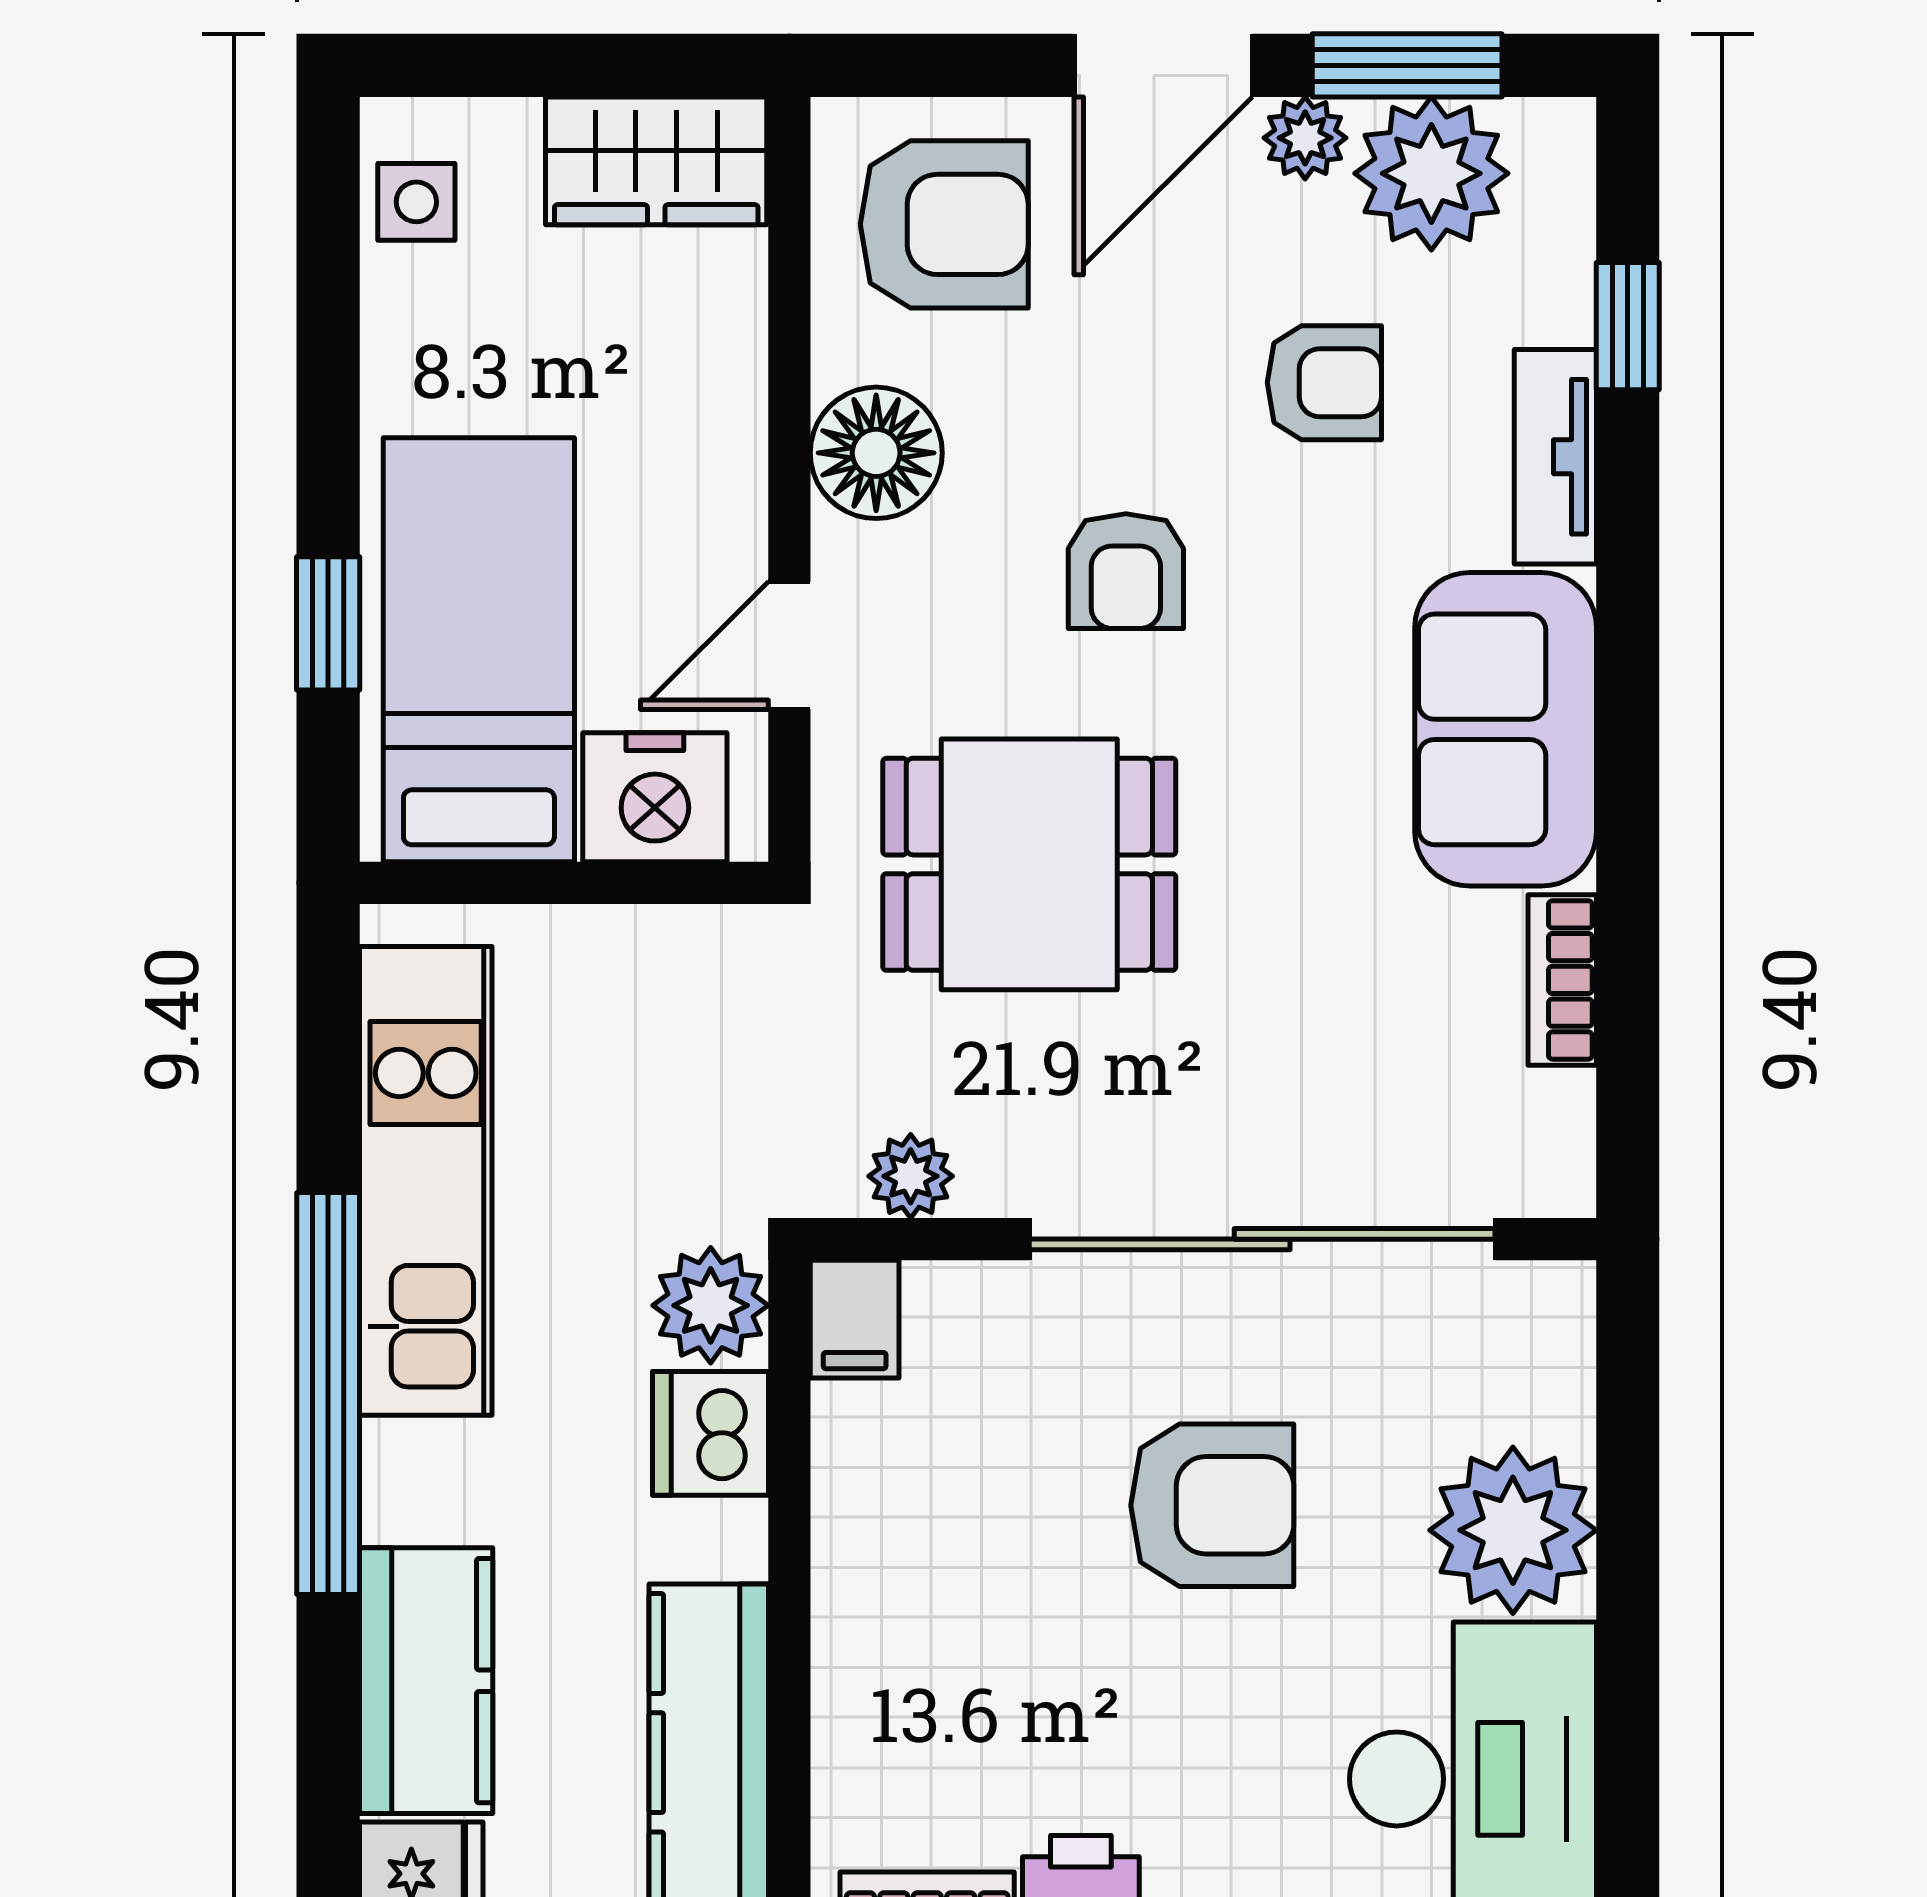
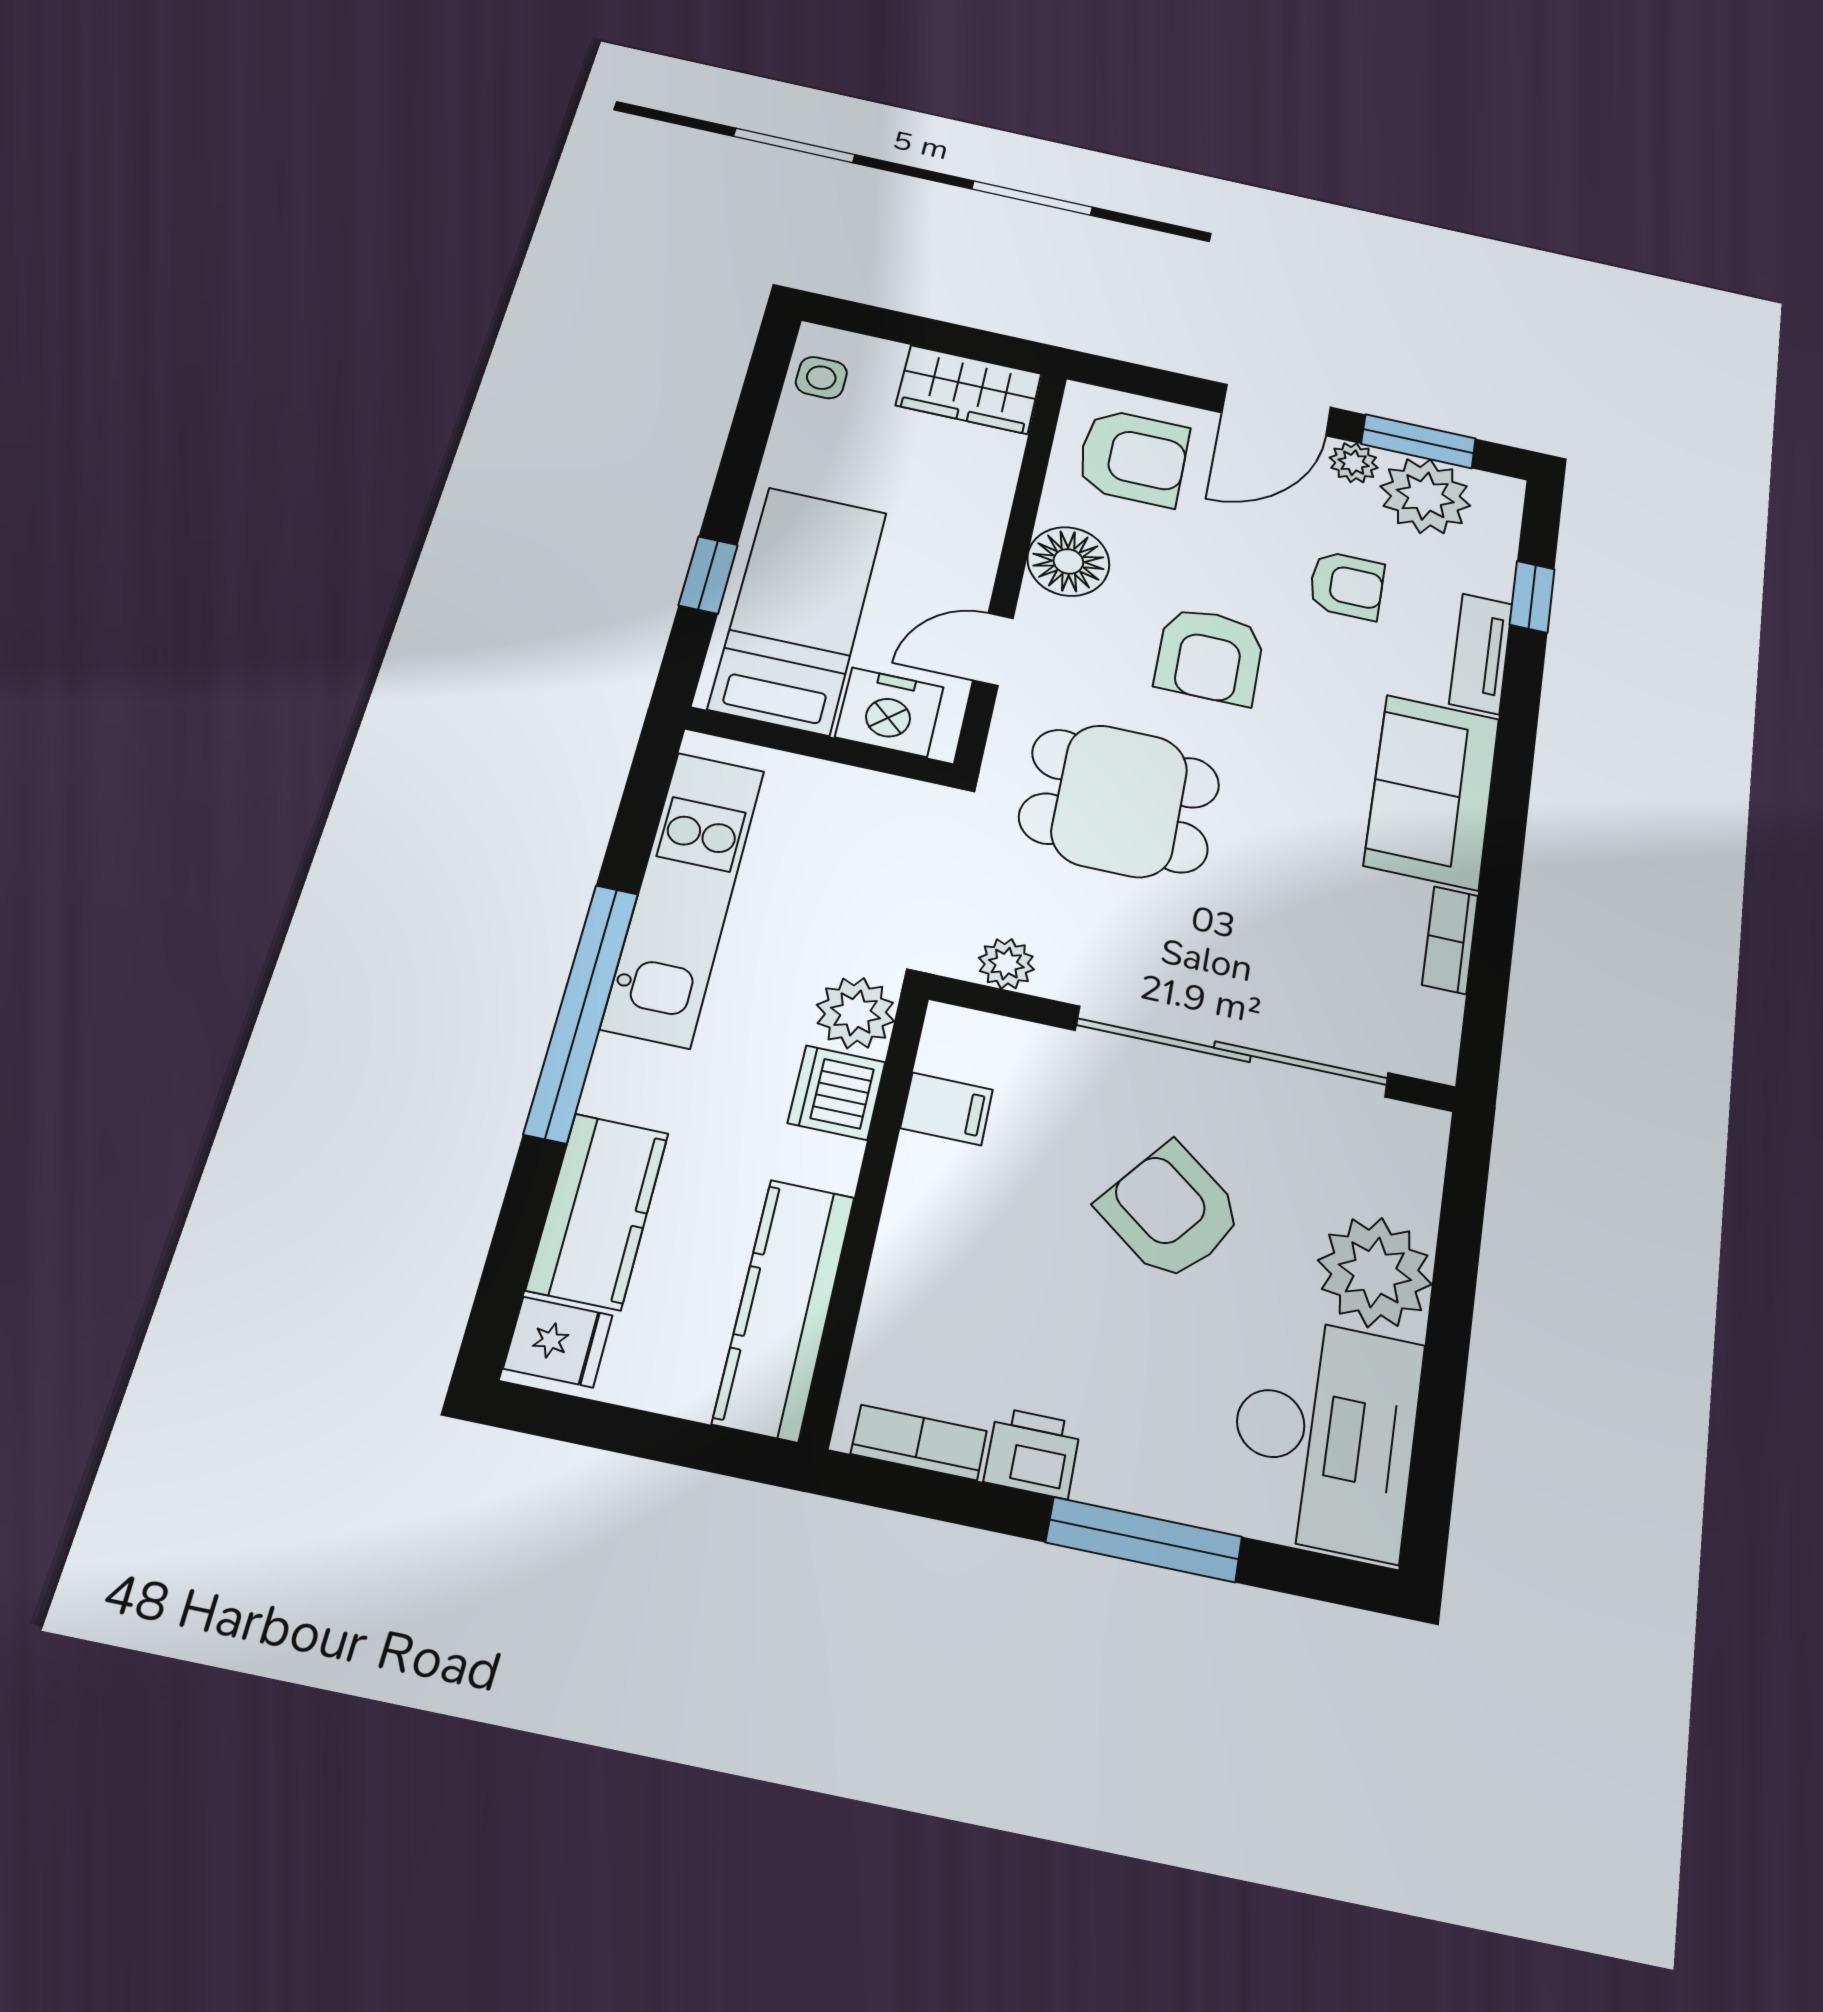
armchair: (1126, 571) -> (1210, 656), width x1.38, depth x1.38
filing cabinet: (855, 1319) -> (947, 1109), moved, turned -90
armchair: (1212, 1505) -> (1171, 1212), turned -142

